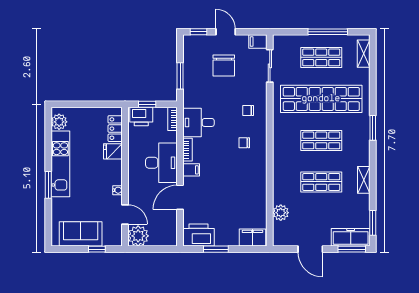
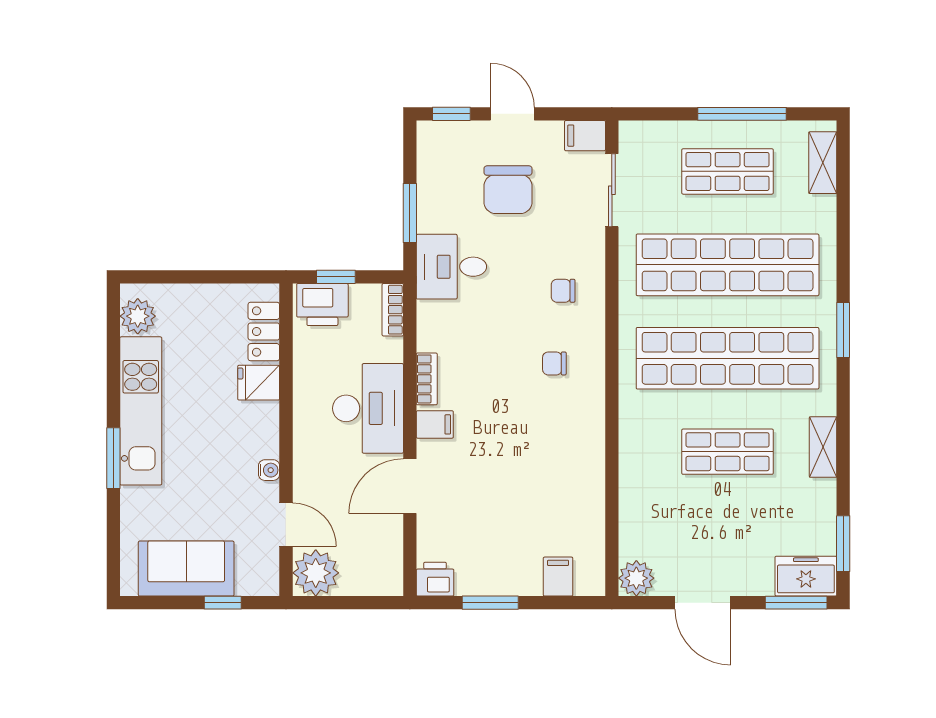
desk: (199, 122) -> (451, 267), moved
shop shelf: (321, 140) -> (728, 358), width x2.00, depth x1.36
plant: (281, 213) -> (636, 578), moved
printer: (198, 235) -> (435, 579), width x0.53, depth x0.68
freezer: (351, 237) -> (806, 576), width x0.71
filing cabinet: (252, 238) -> (558, 577), width x0.50

